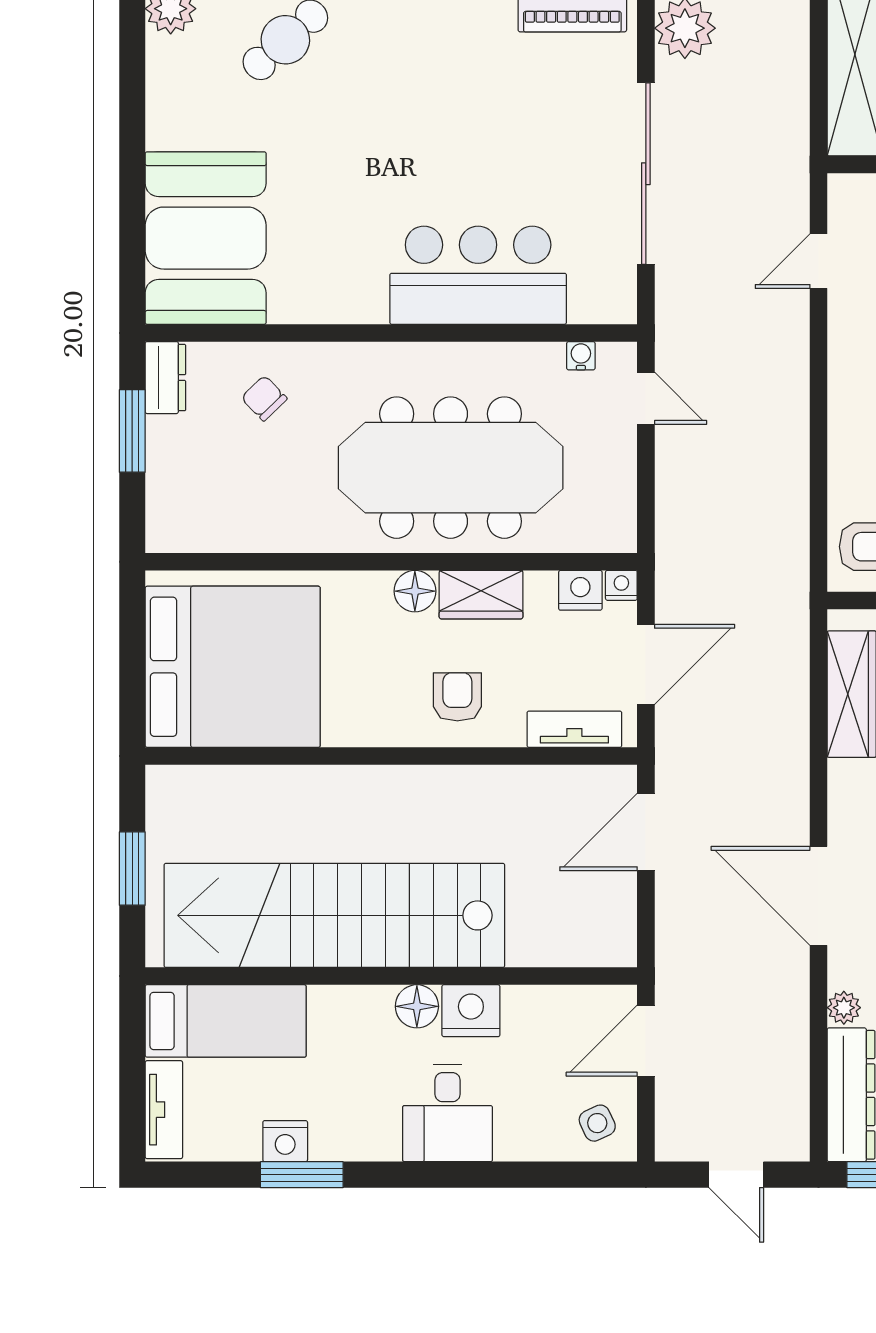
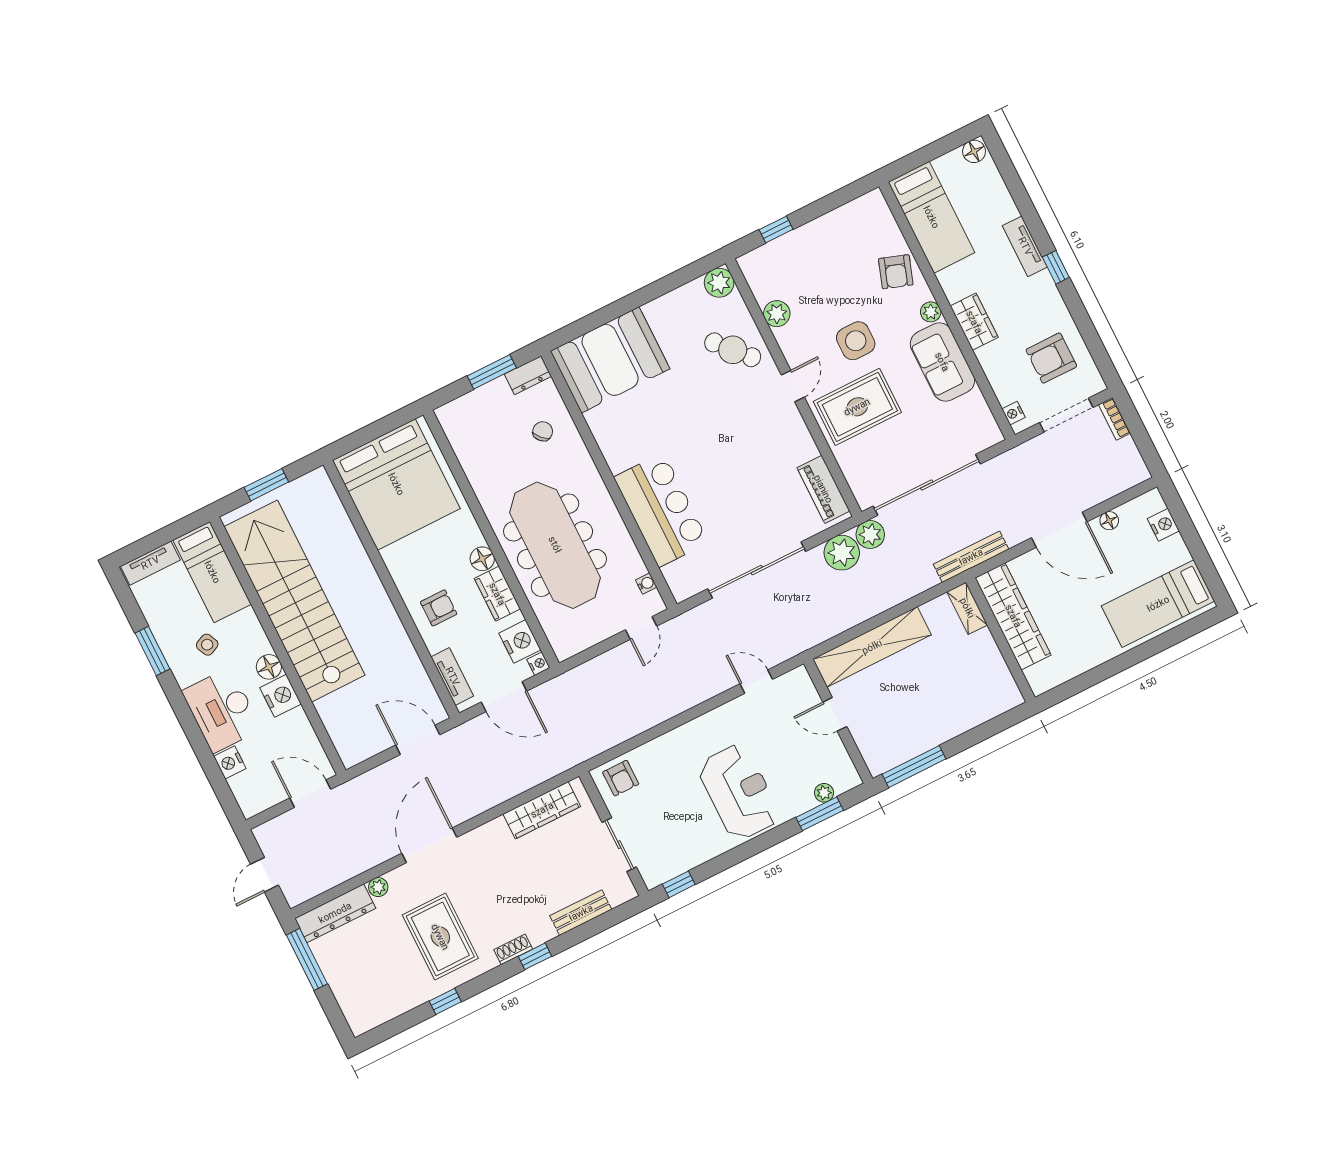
nightstand: (580, 590) -> (520, 641), width x1.36, depth x1.33
desk: (448, 1113) -> (222, 710), width x1.37
side table: (597, 1123) -> (207, 645), moved
nightstand: (285, 1141) -> (230, 762), moved

